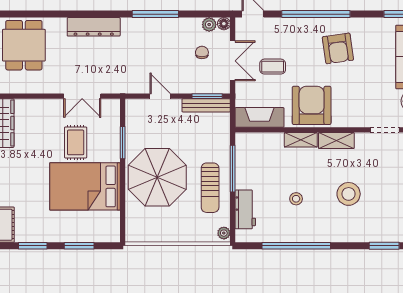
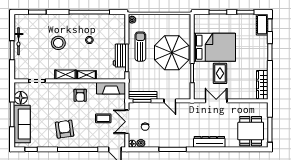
armchair: (312, 105) -> (80, 95), width x0.53, depth x0.53
workbench: (245, 209) -> (119, 56), moved

